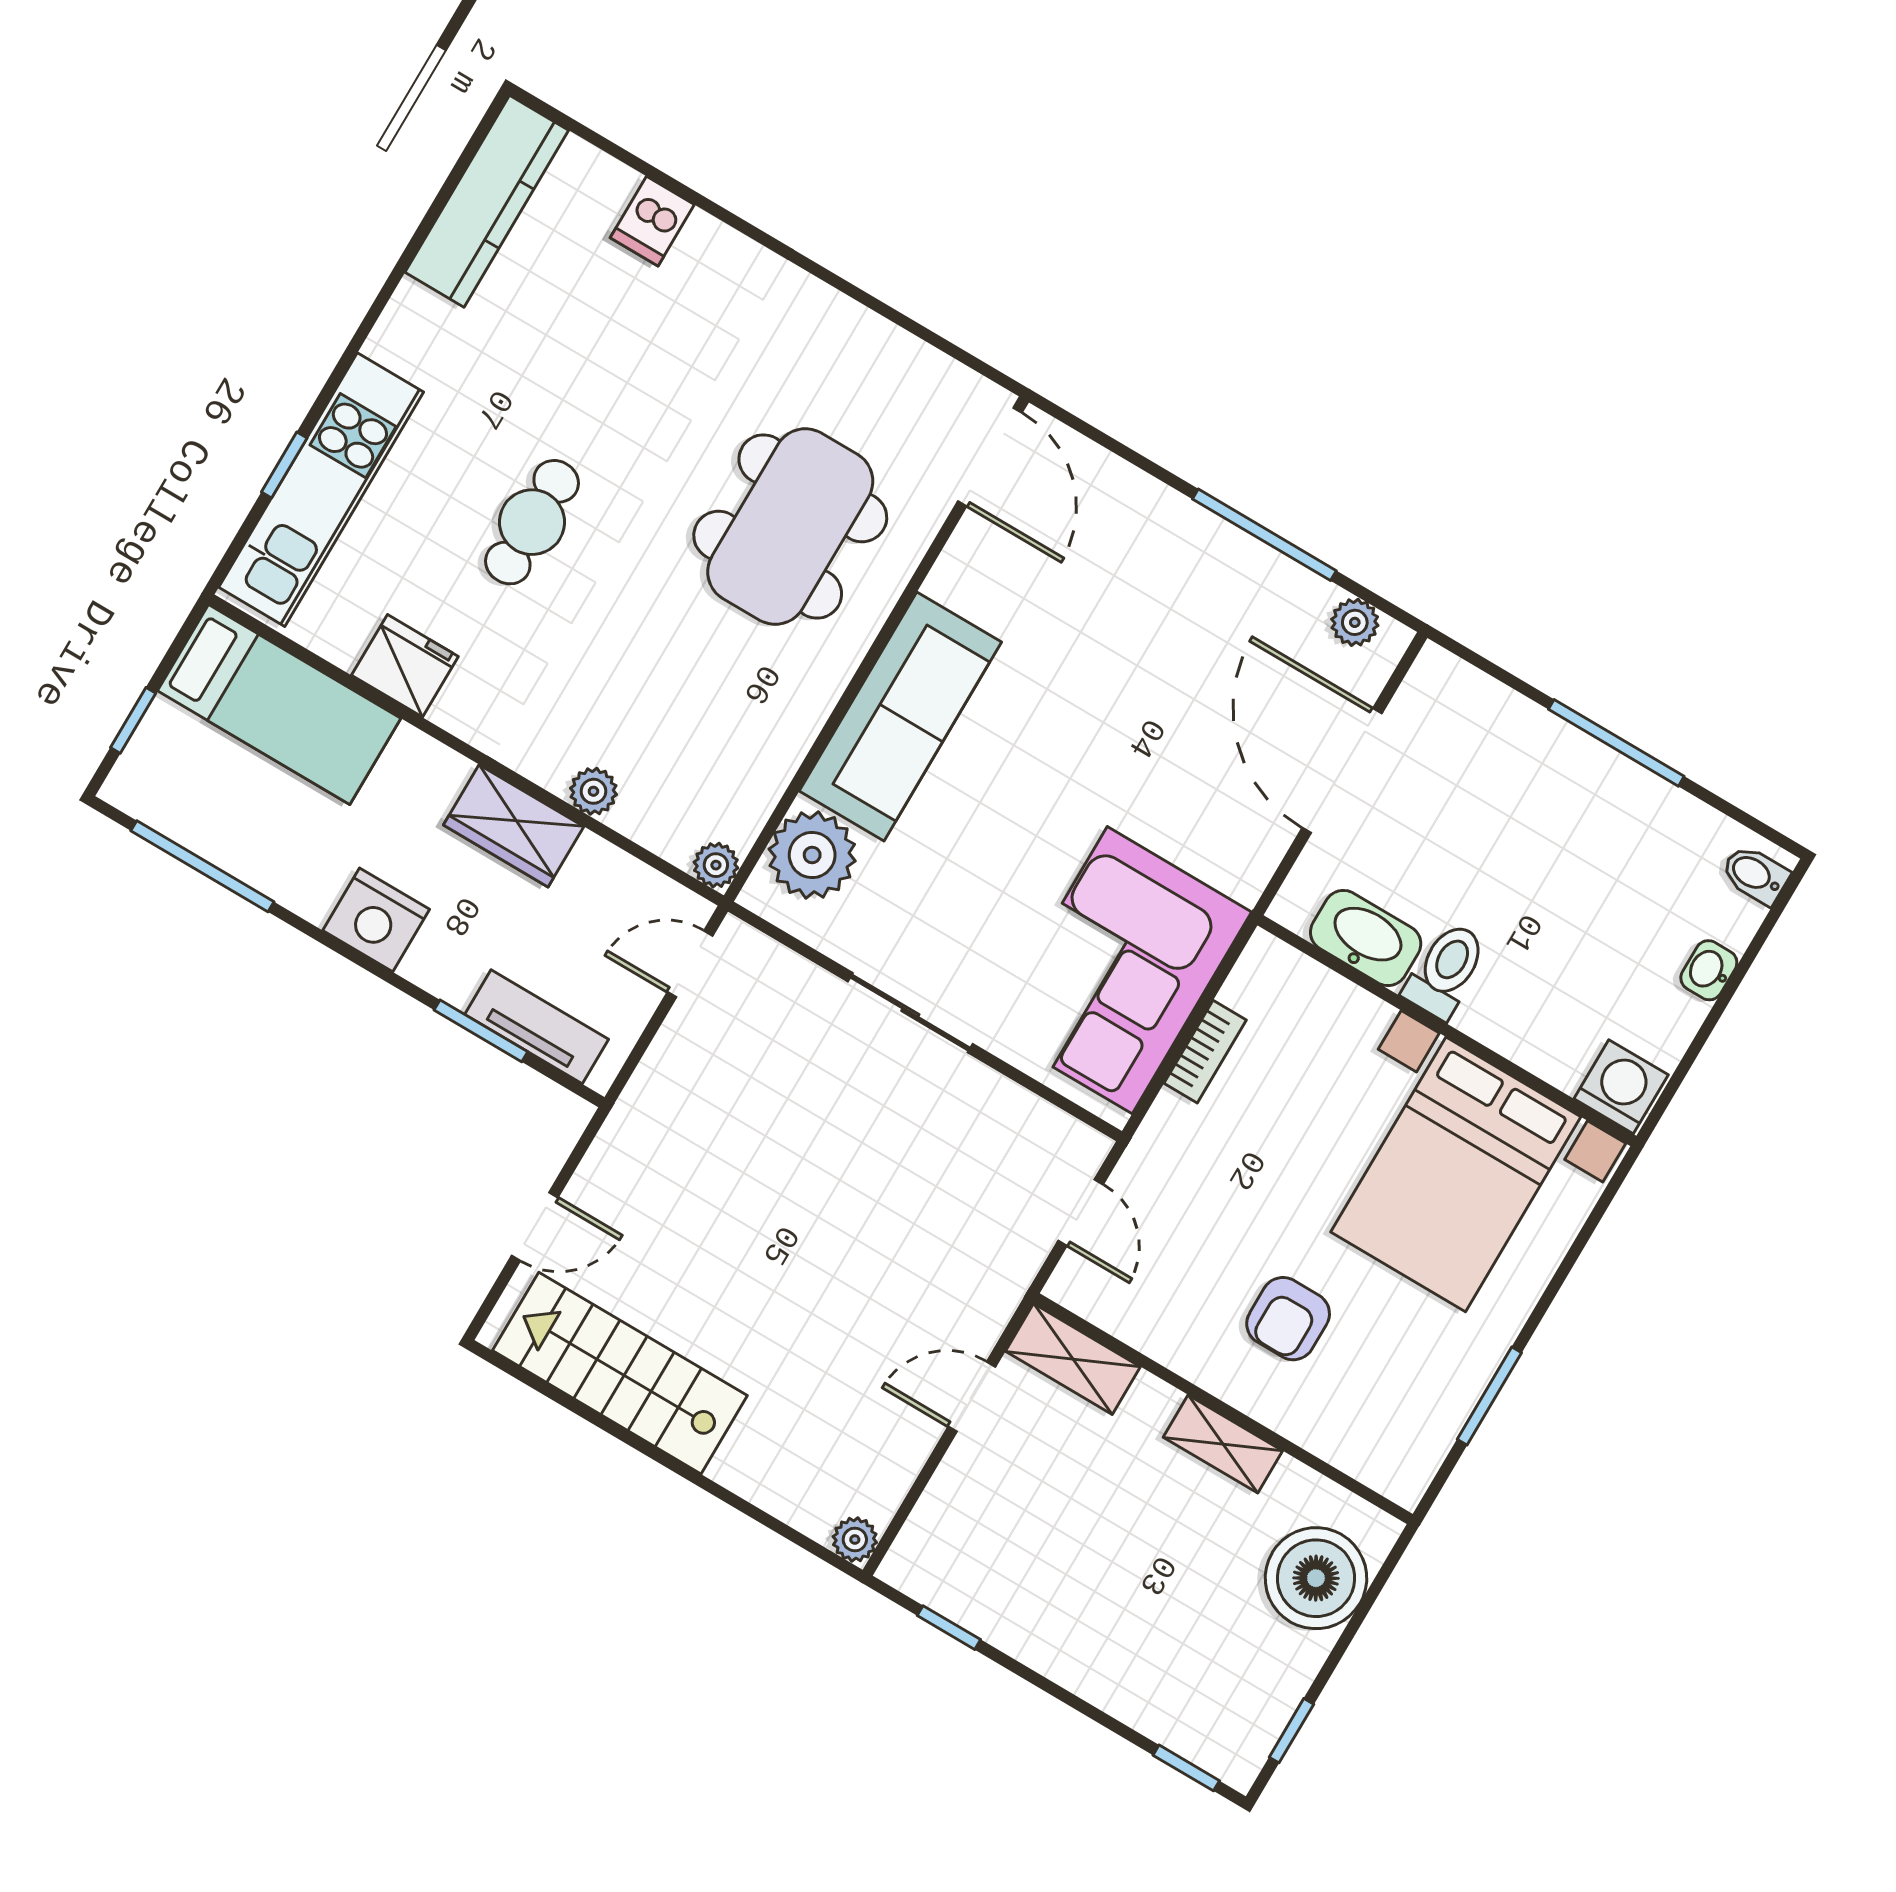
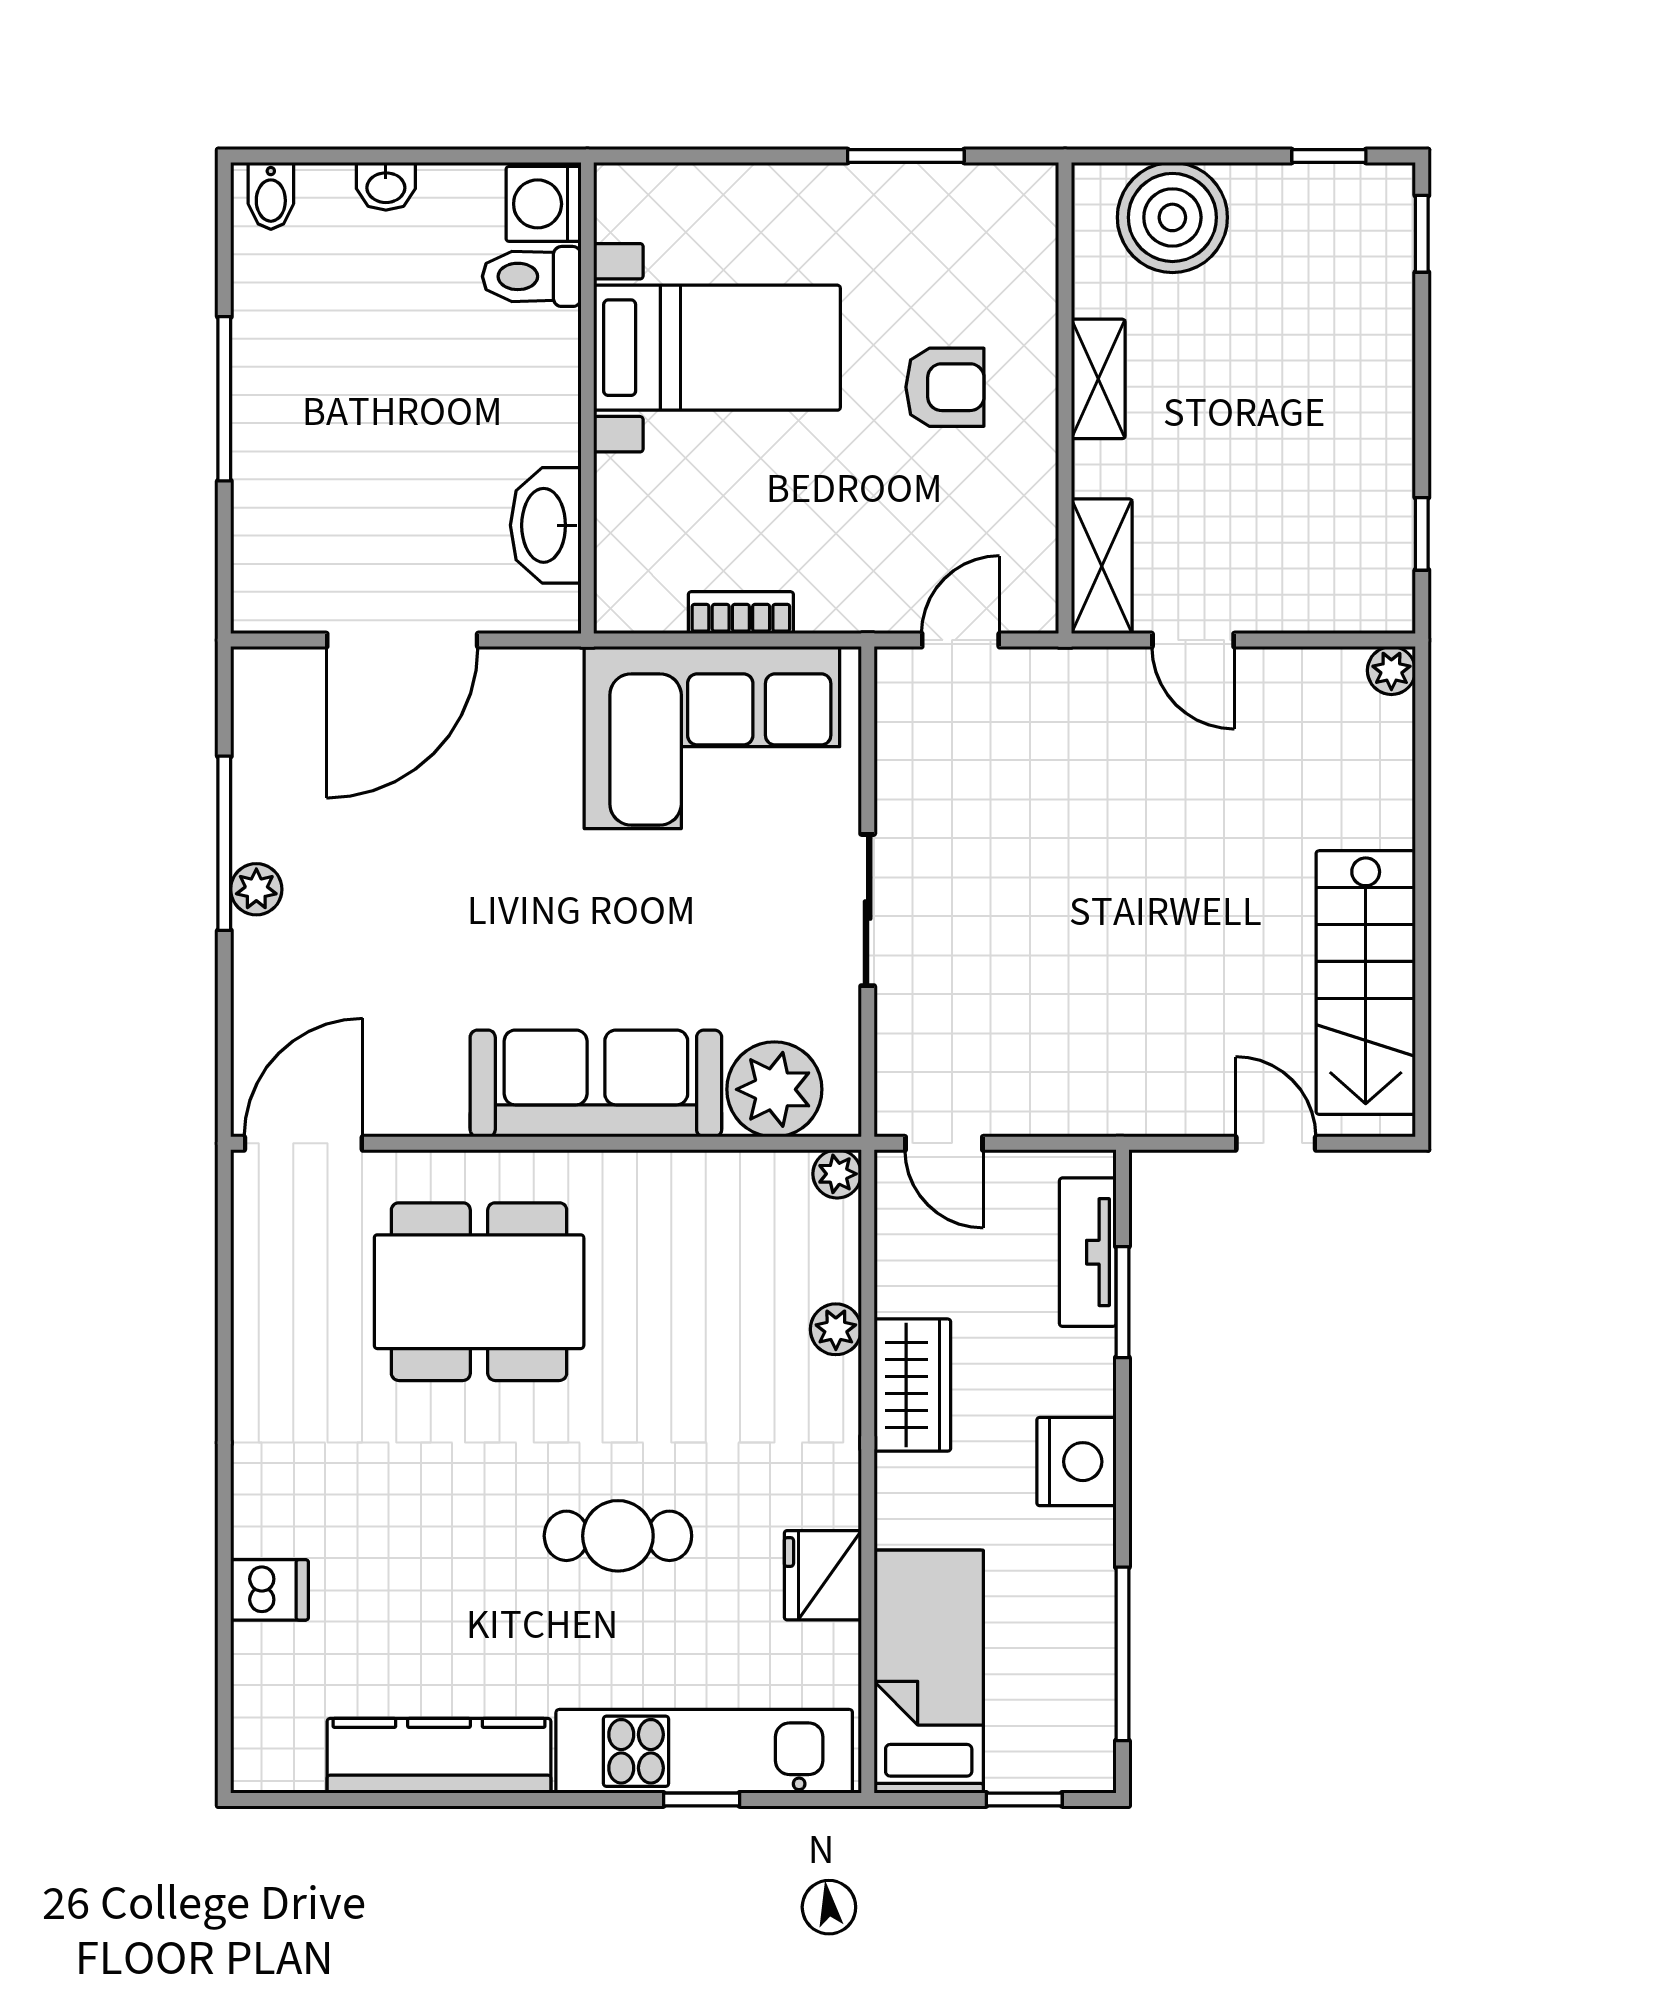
kitchen counter: (487, 201) -> (439, 1756), moved
plant: (1355, 622) -> (256, 889), moved
toilet: (1446, 970) -> (532, 276), moved
bed with nightstands: (1456, 1174) -> (717, 348), width x0.73

